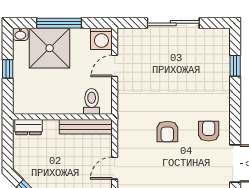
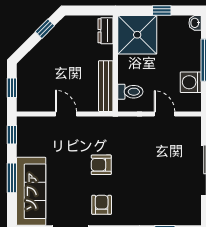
washing machine: (101, 39) -> (191, 82), moved
shower: (50, 48) -> (137, 35), moved
armchair: (209, 131) -> (102, 205), turned -90

